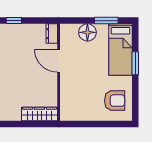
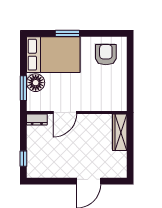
window: (106, 21) -> (23, 88), moved
bed: (120, 50) -> (53, 55), width x1.50

